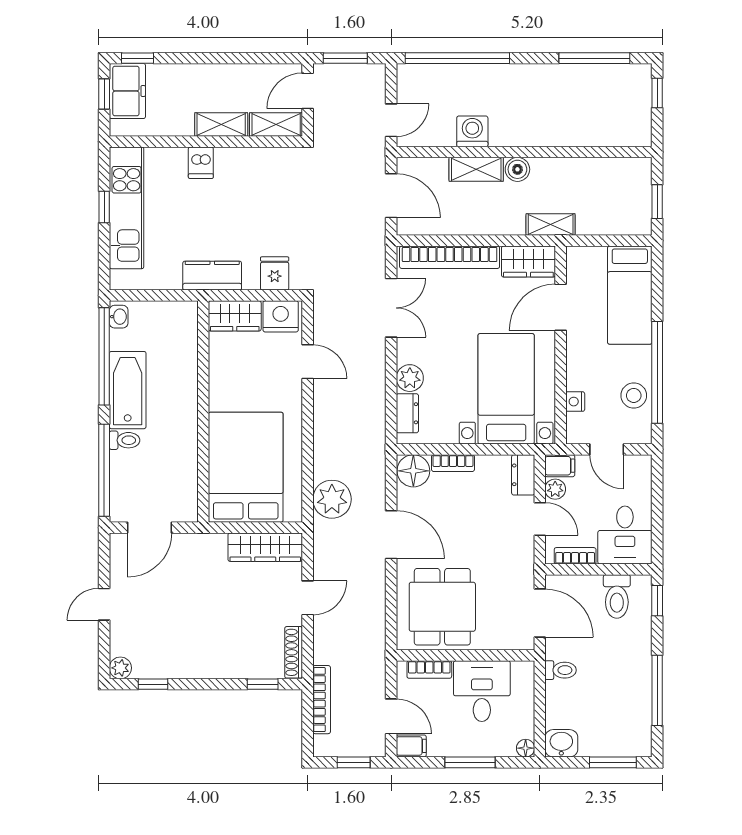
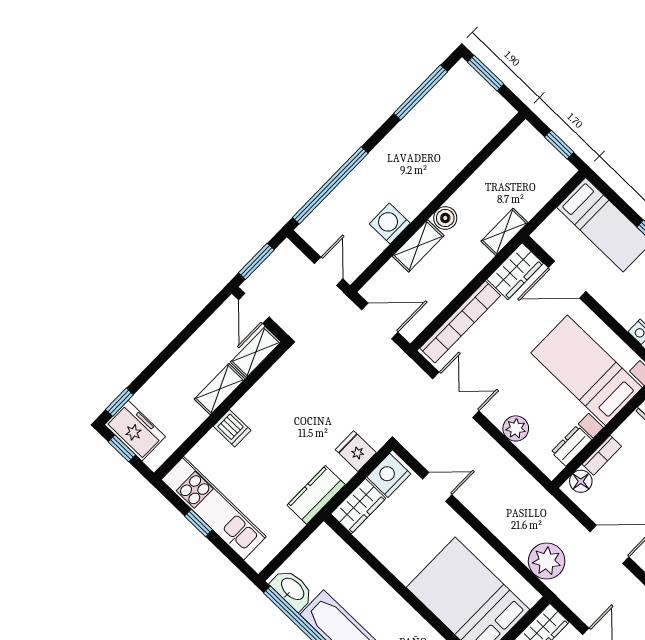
window: (657, 93) -> (486, 73), width x1.50
door: (561, 307) -> (567, 280), hinge flipped
washbasin: (119, 317) -> (292, 589), width x1.91, depth x1.45
dresser: (407, 413) -> (571, 446), moved, turned -90
floor lamp: (413, 471) -> (581, 481), width x0.73, depth x0.73

